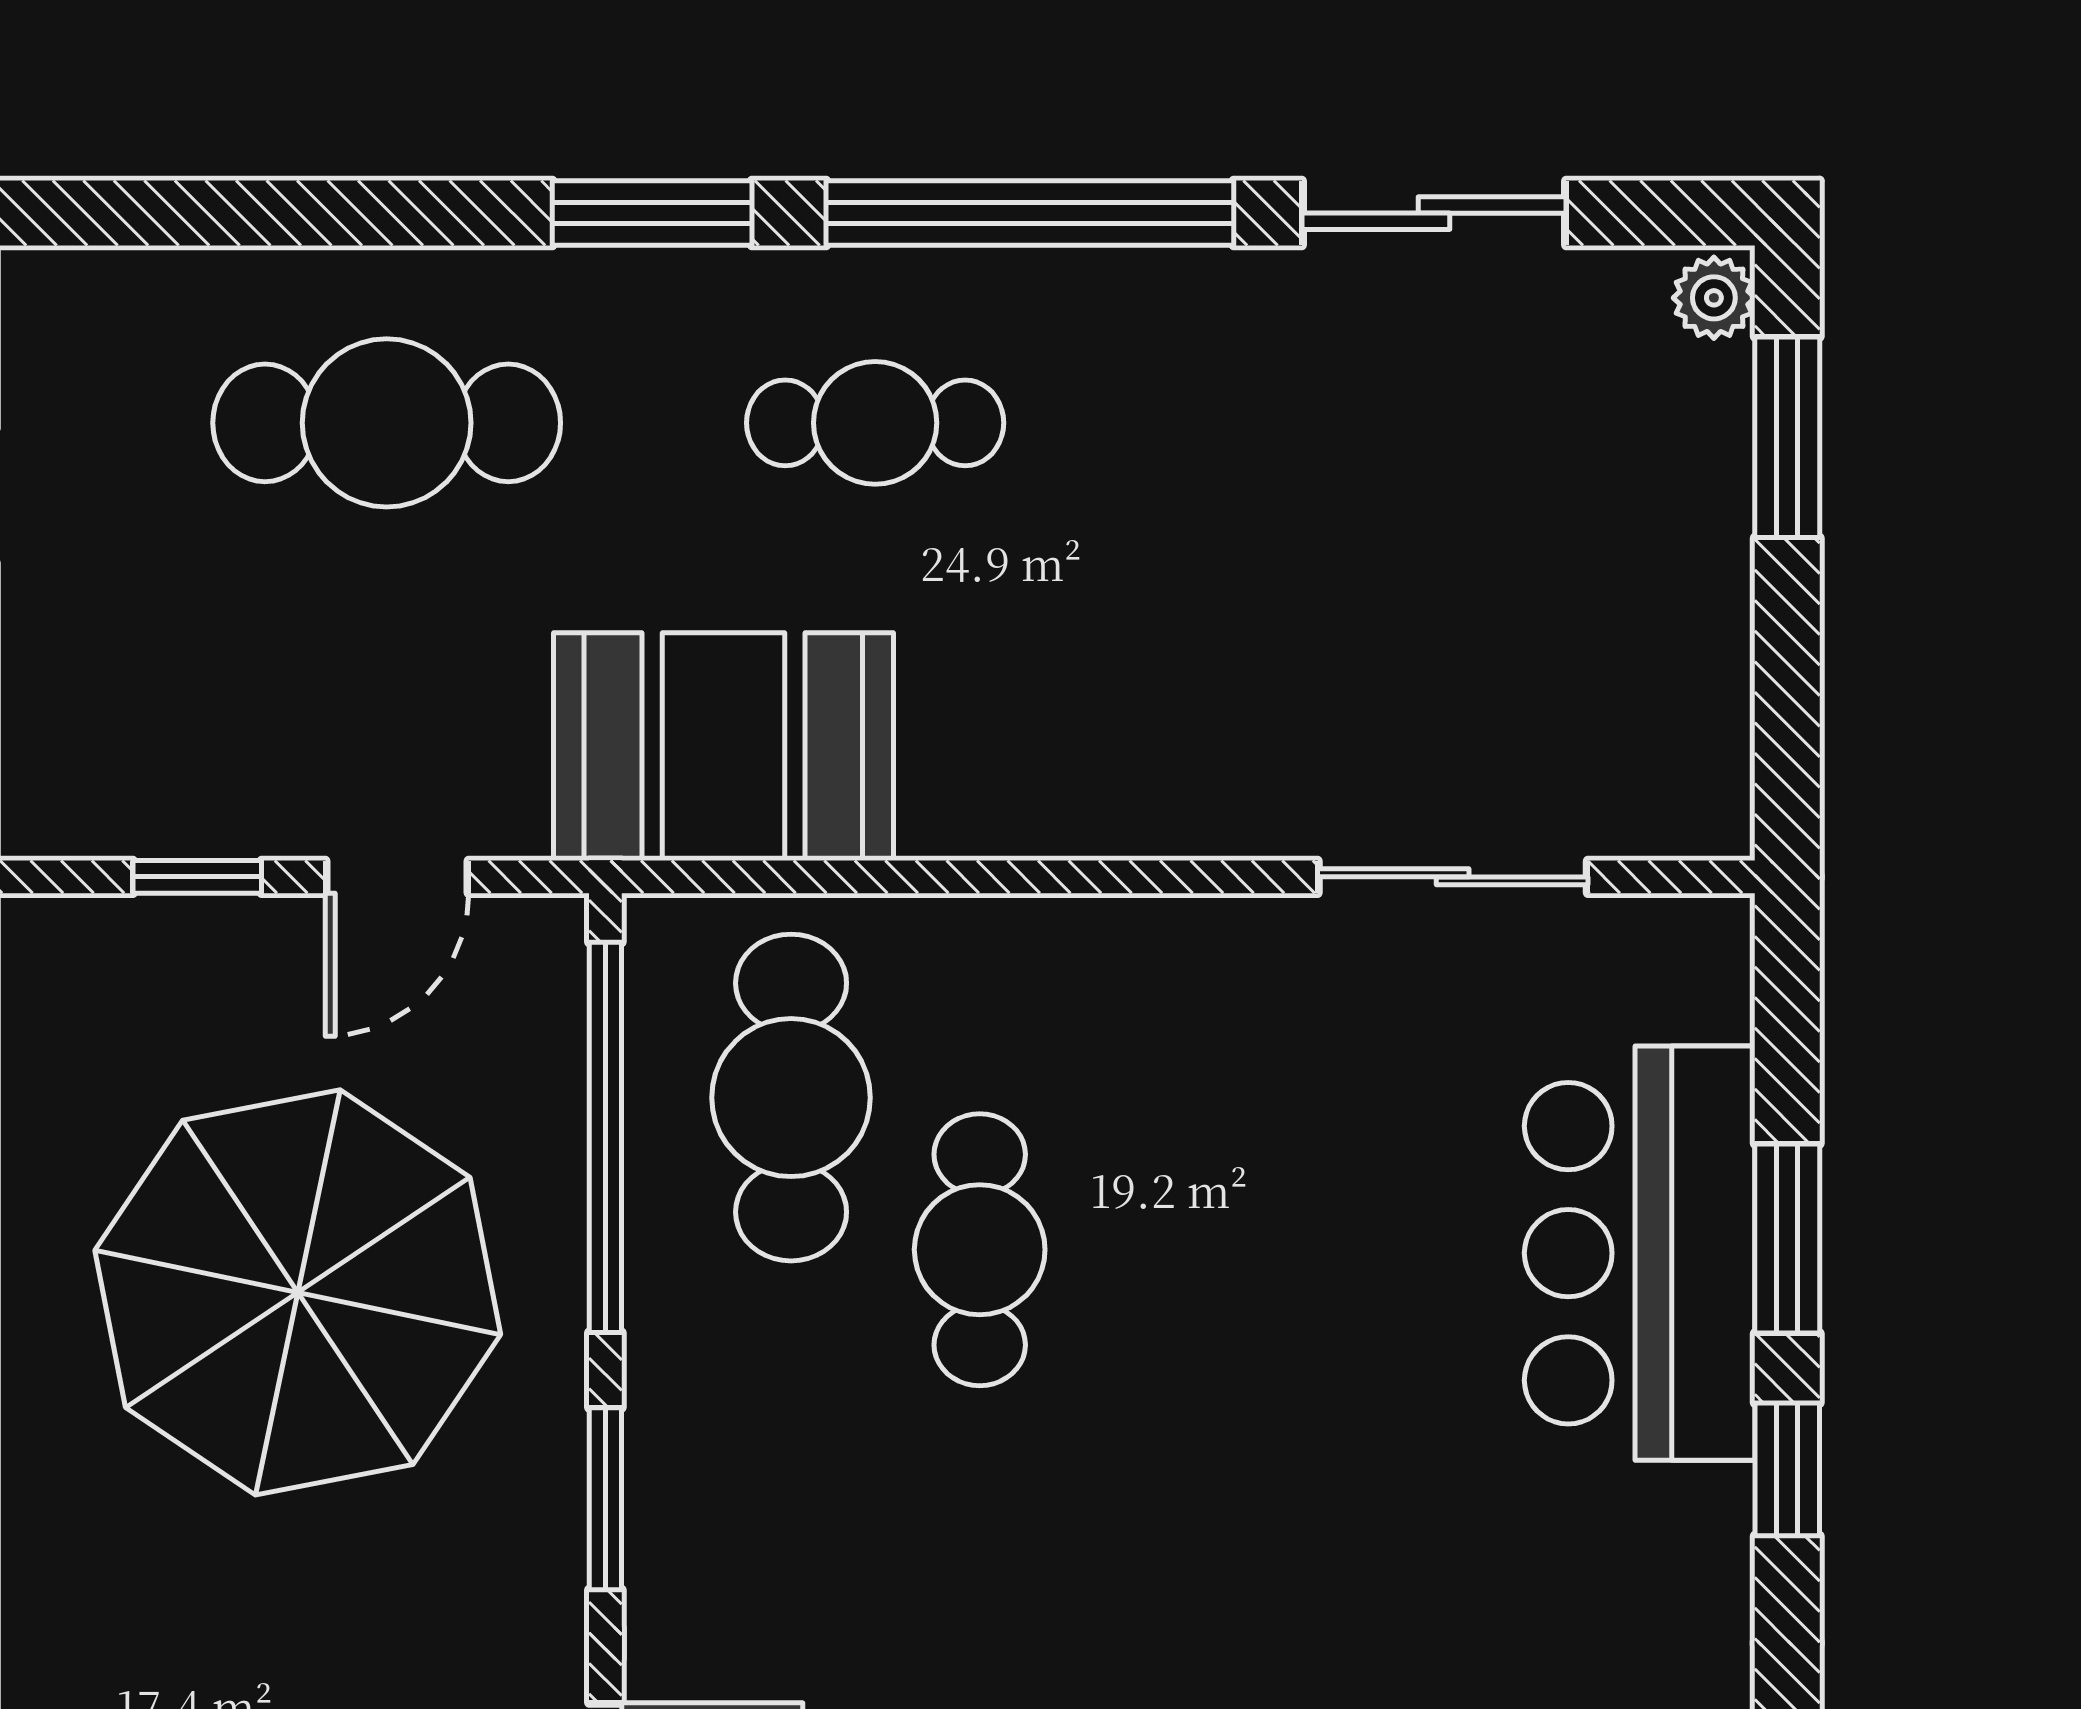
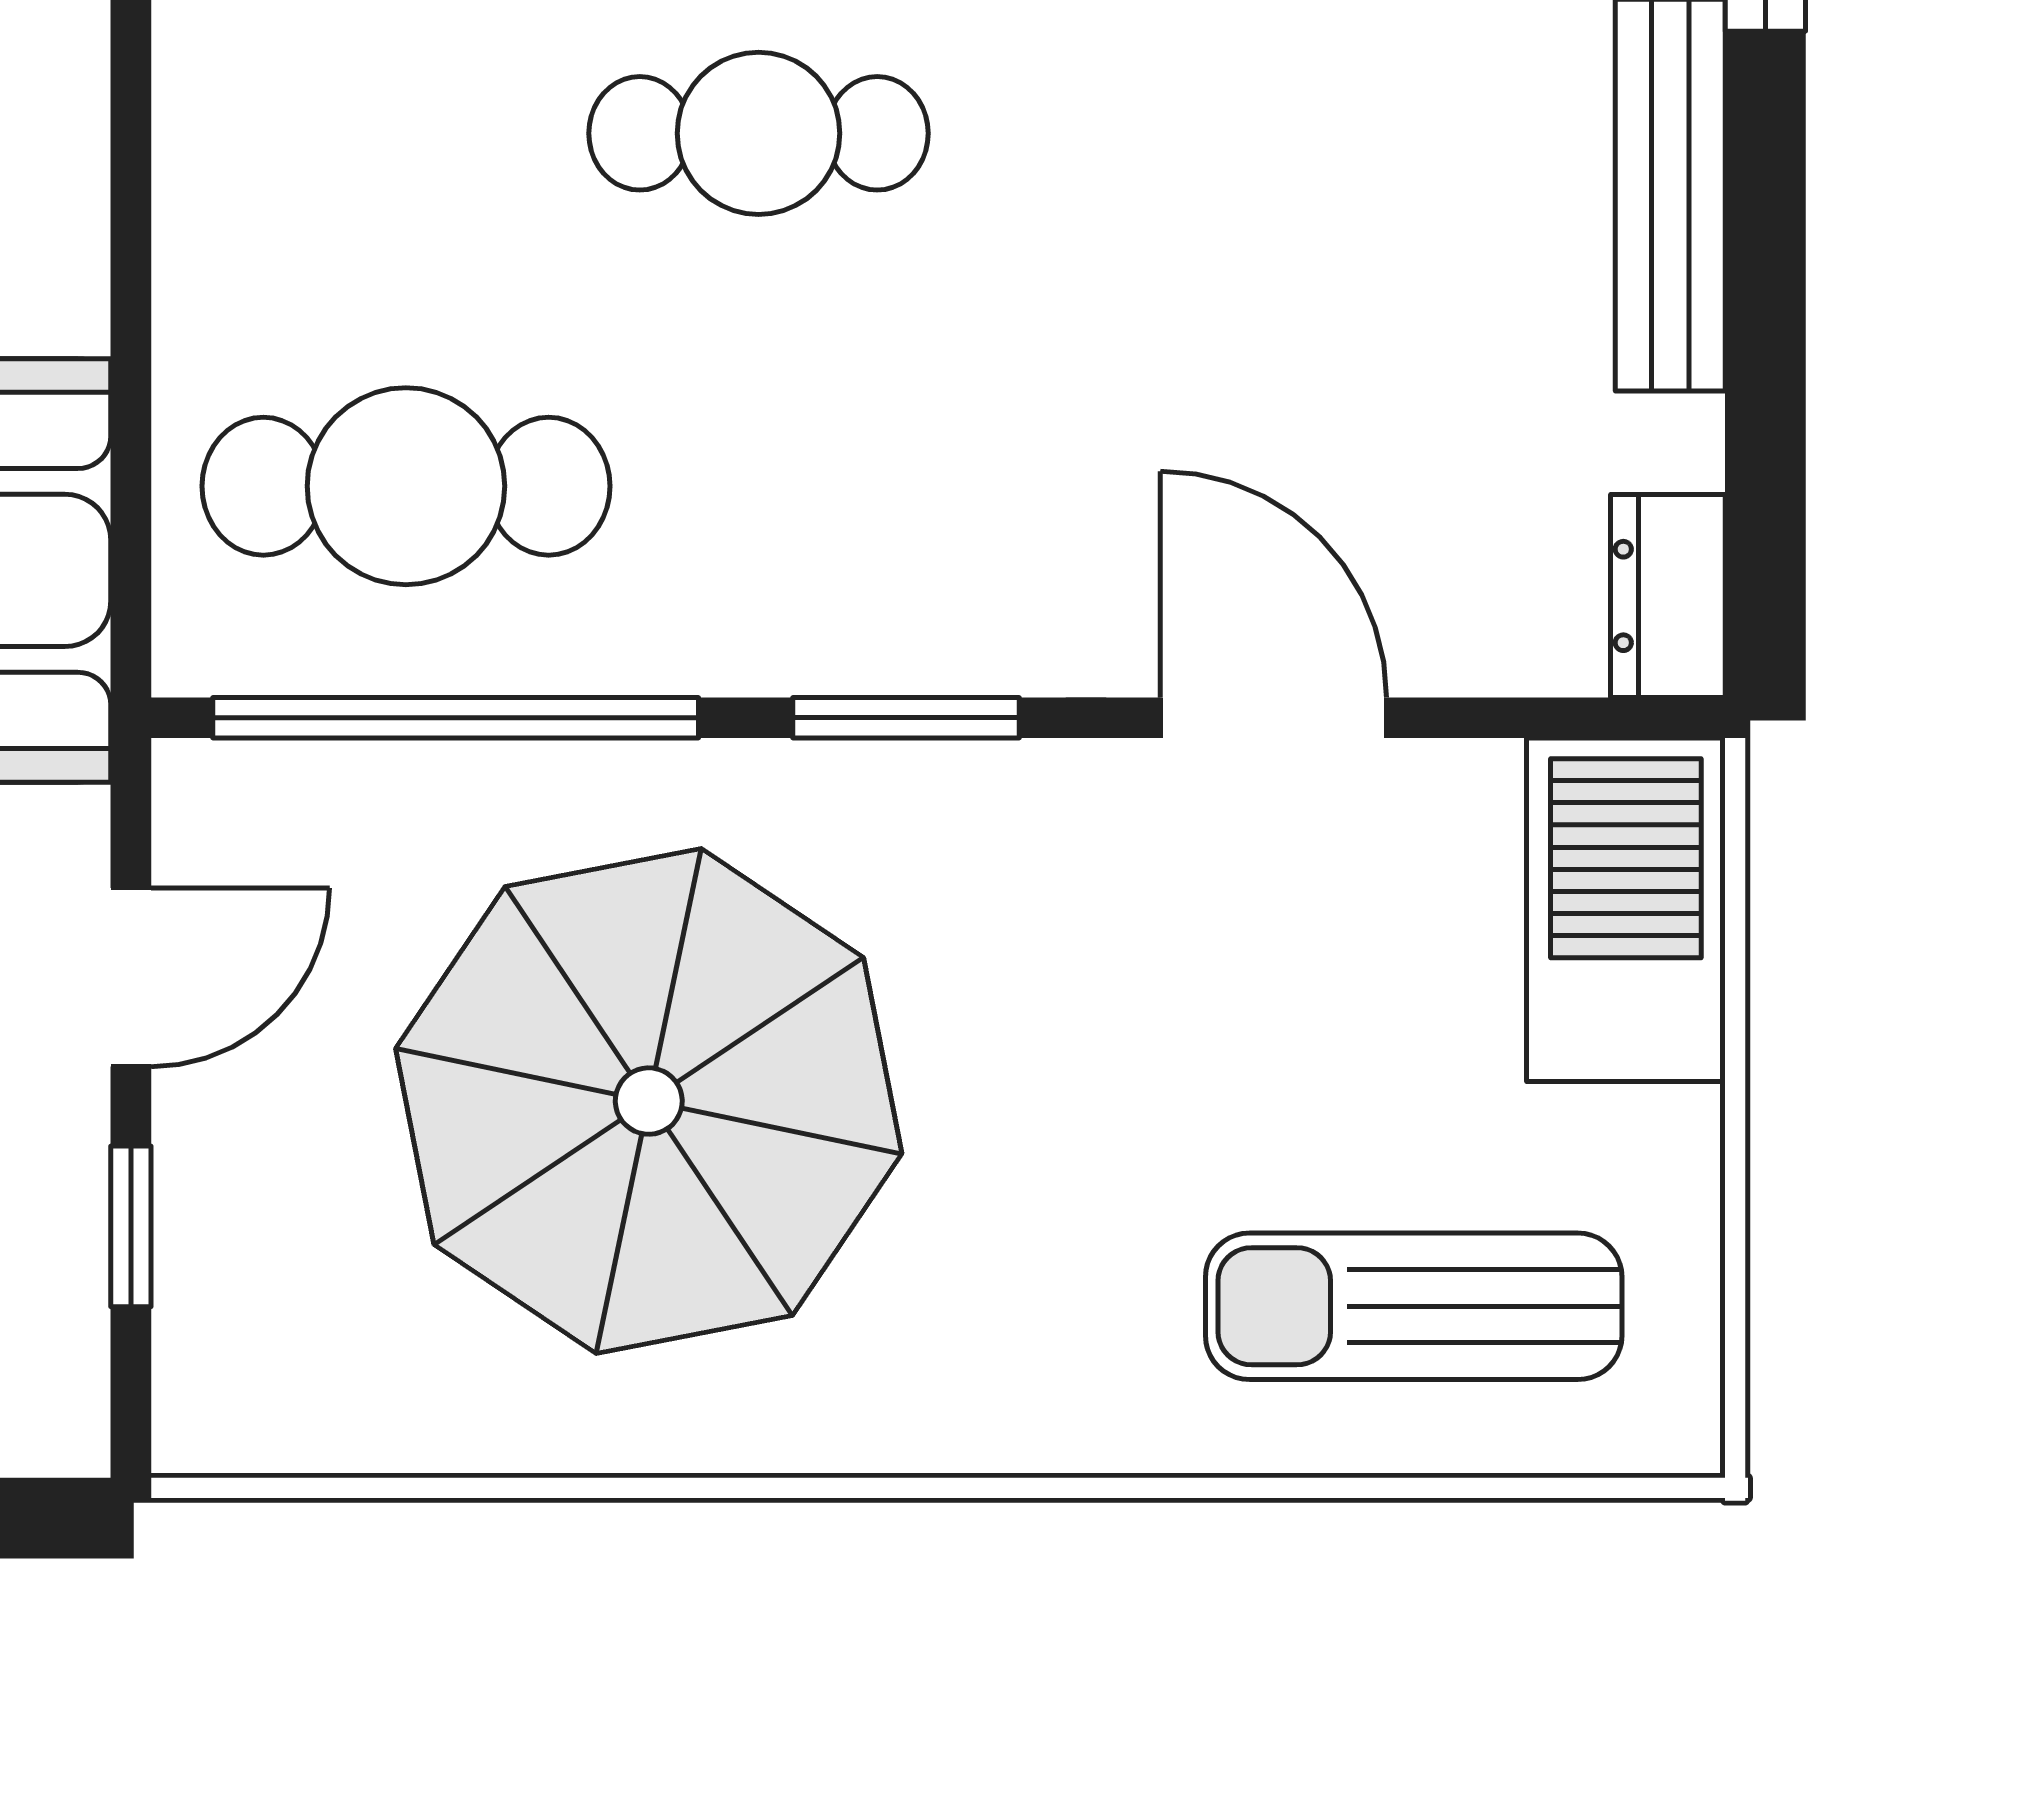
door: (397, 877) -> (131, 977), hinge flipped
cafe table: (980, 1250) -> (759, 133), moved

